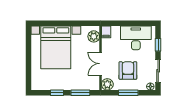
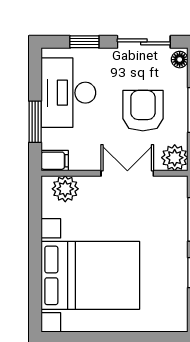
window: (123, 23) -> (35, 122), added
double door: (101, 64) -> (127, 173), swing flipped
armchair: (128, 70) -> (143, 111), turned 90

